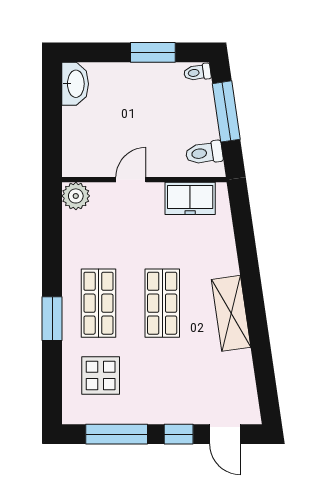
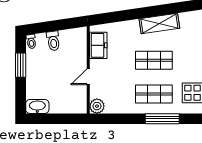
window: (226, 111) -> (52, 26), removed
toilet: (204, 153) -> (53, 41), moved
door: (131, 180) -> (88, 77), hinge flipped
window: (52, 319) -> (162, 119), width x1.44

